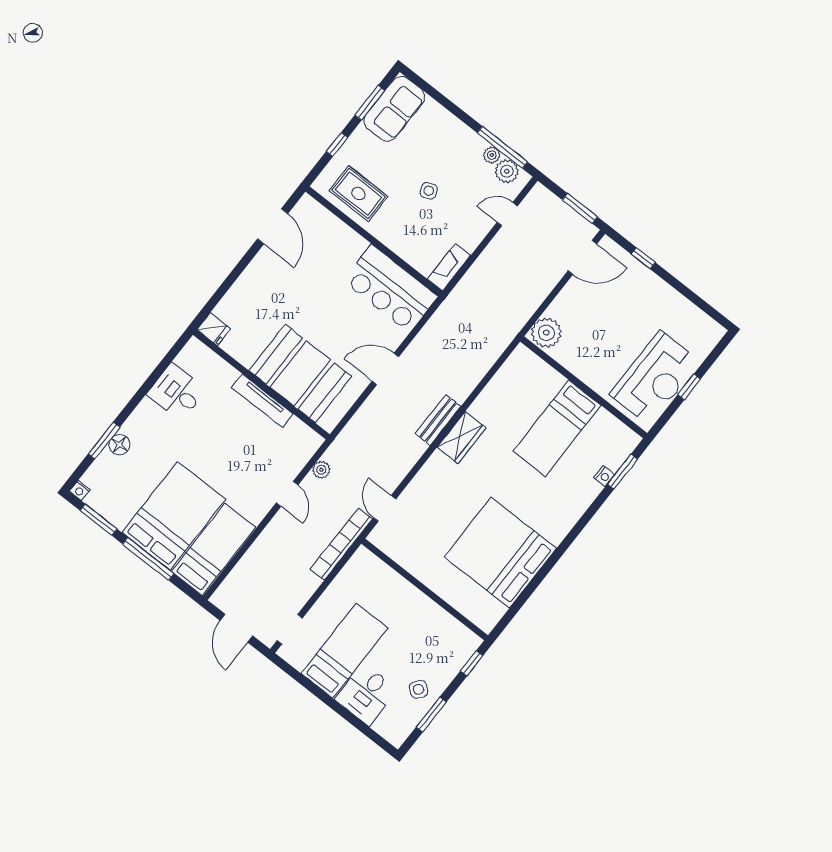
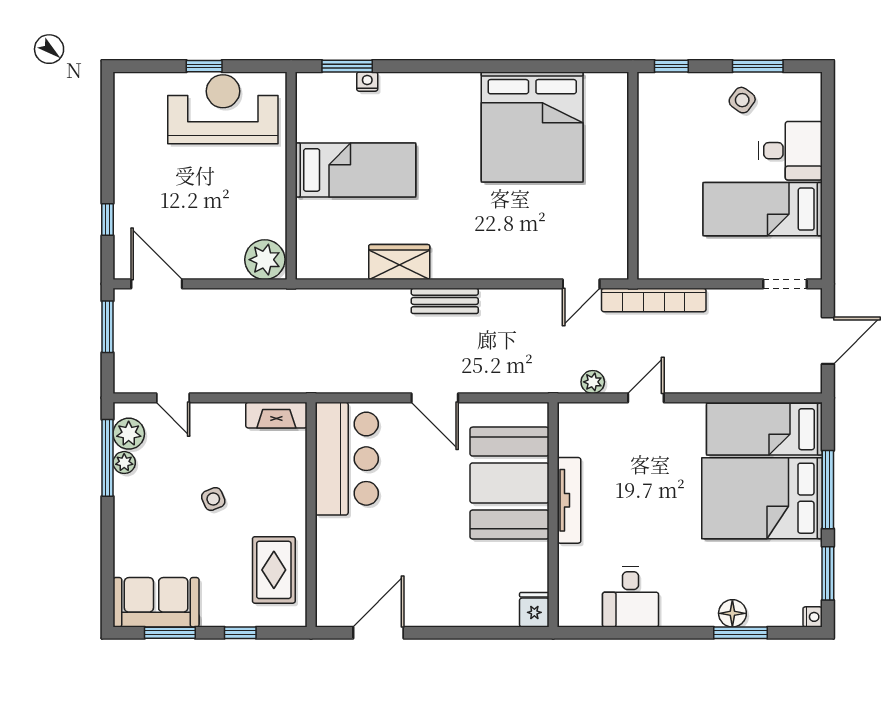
wardrobe: (462, 438) -> (399, 262), moved

